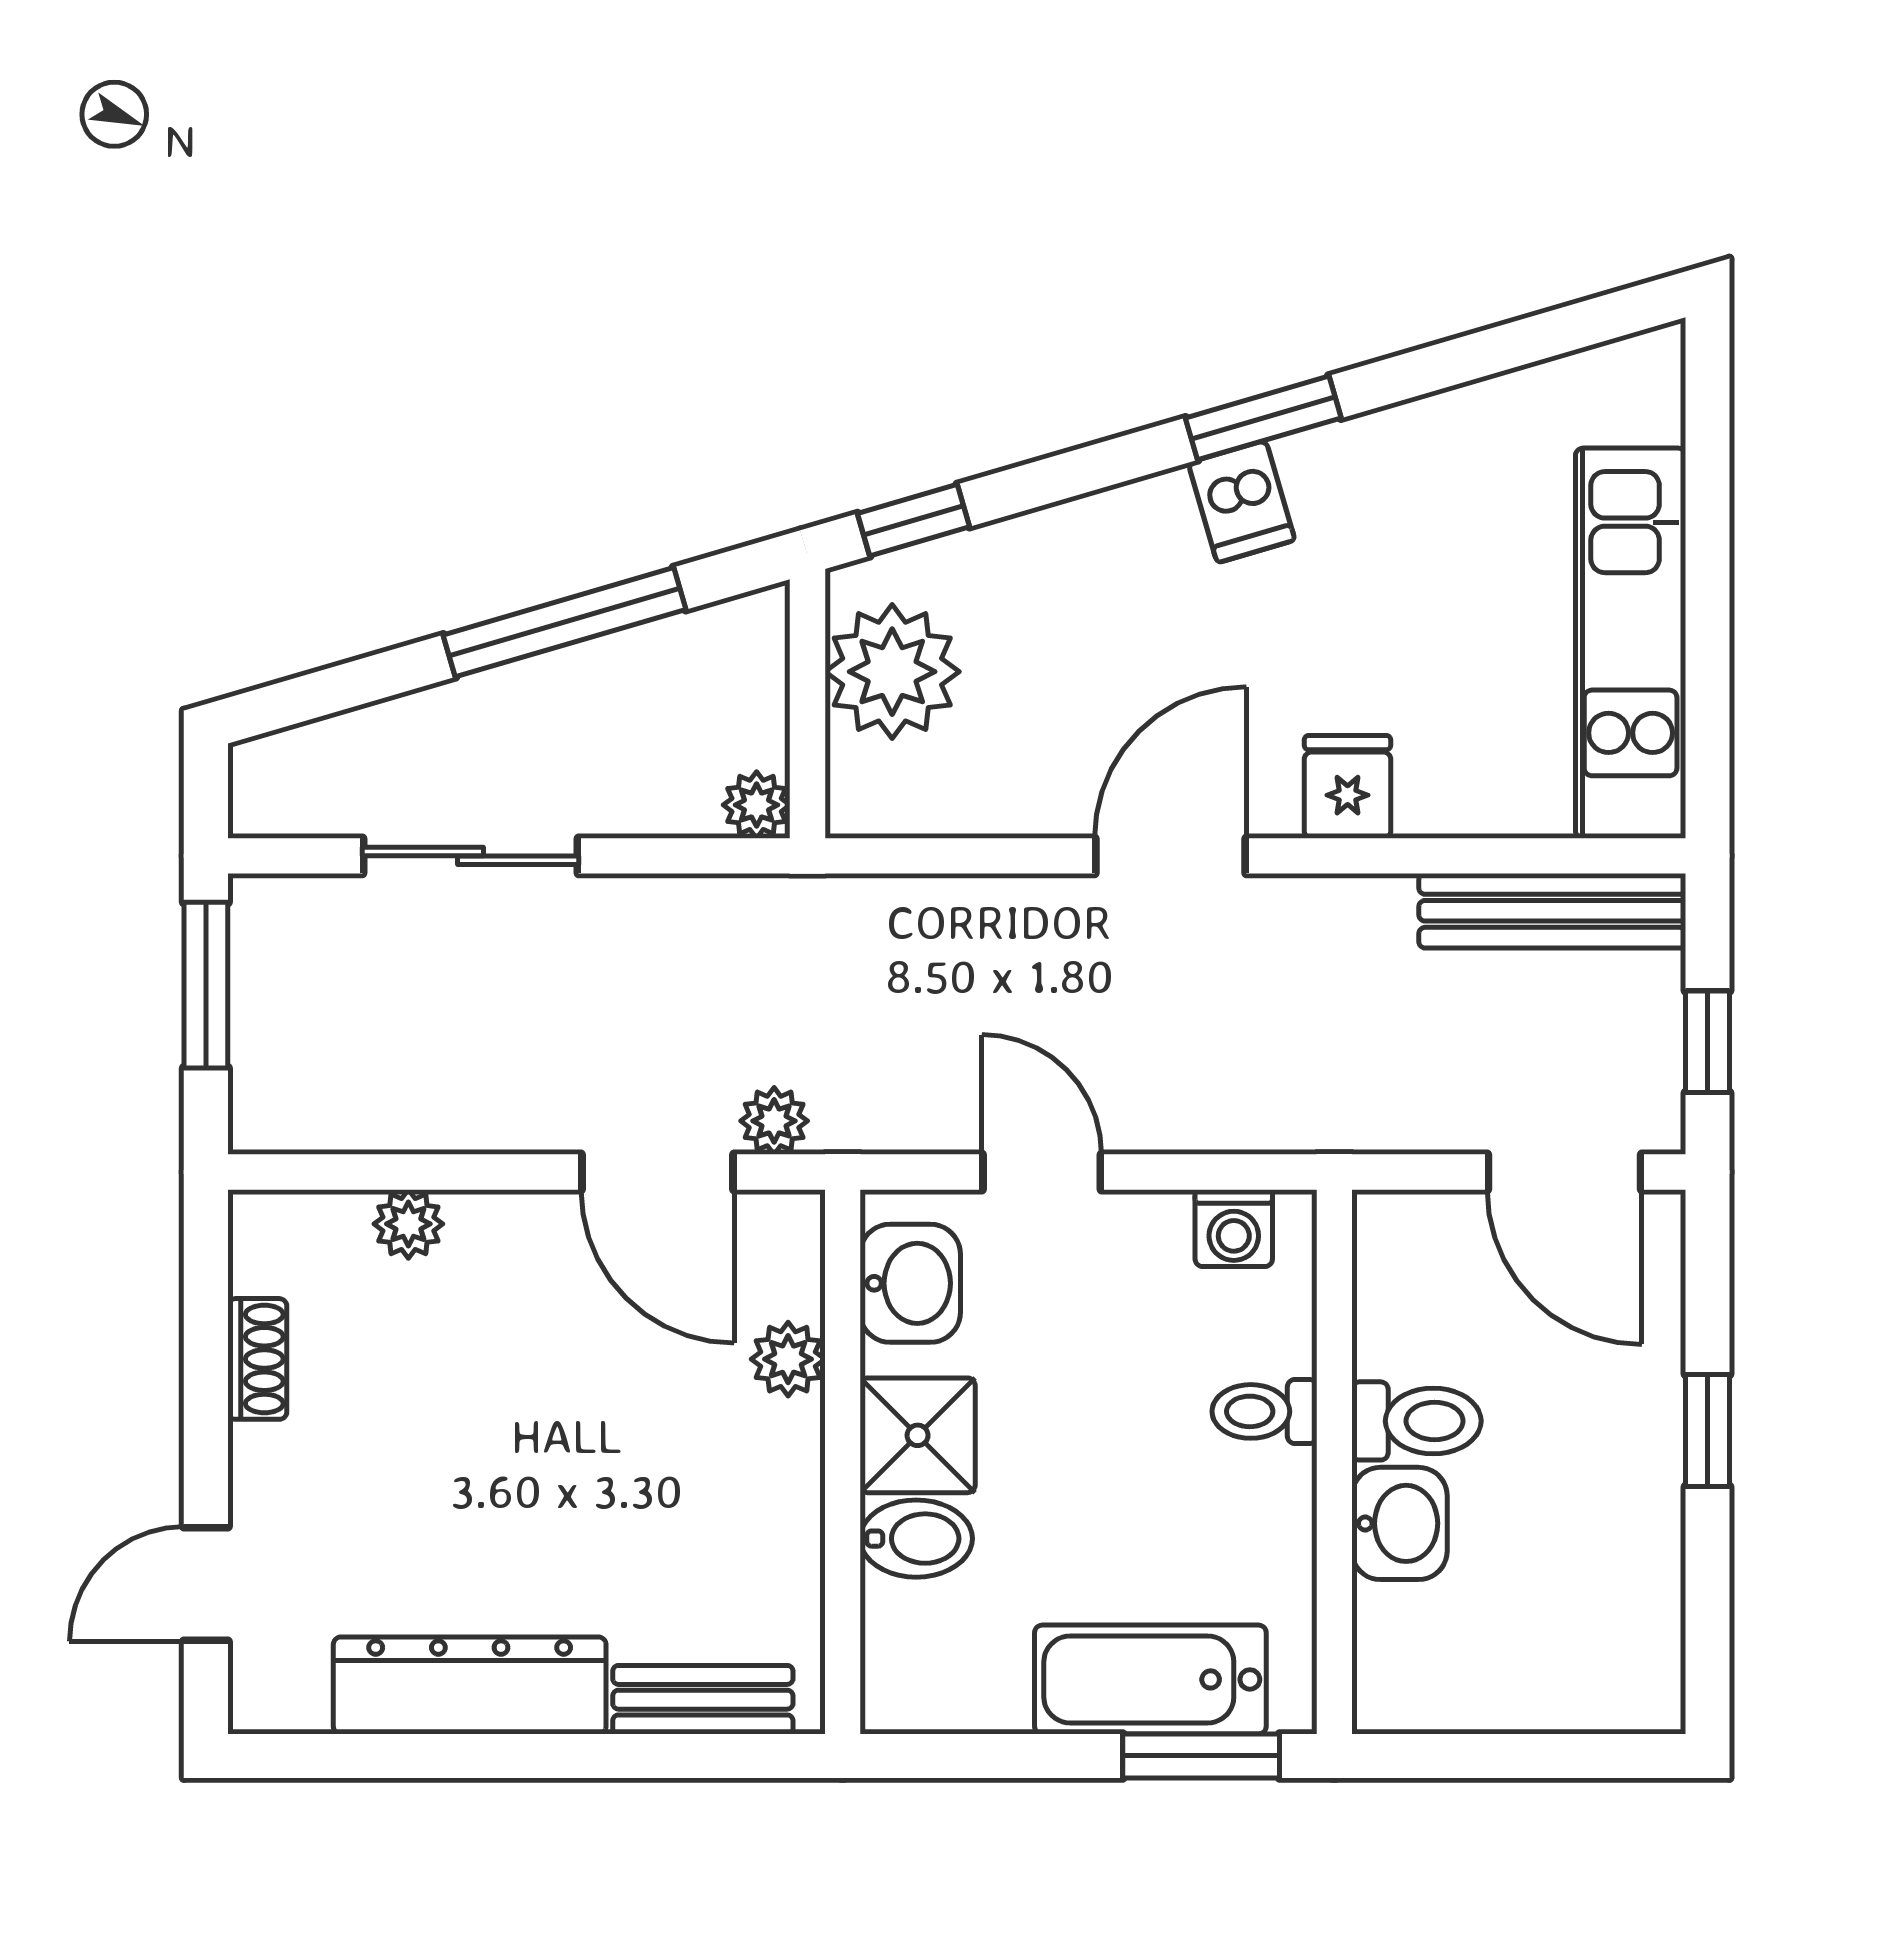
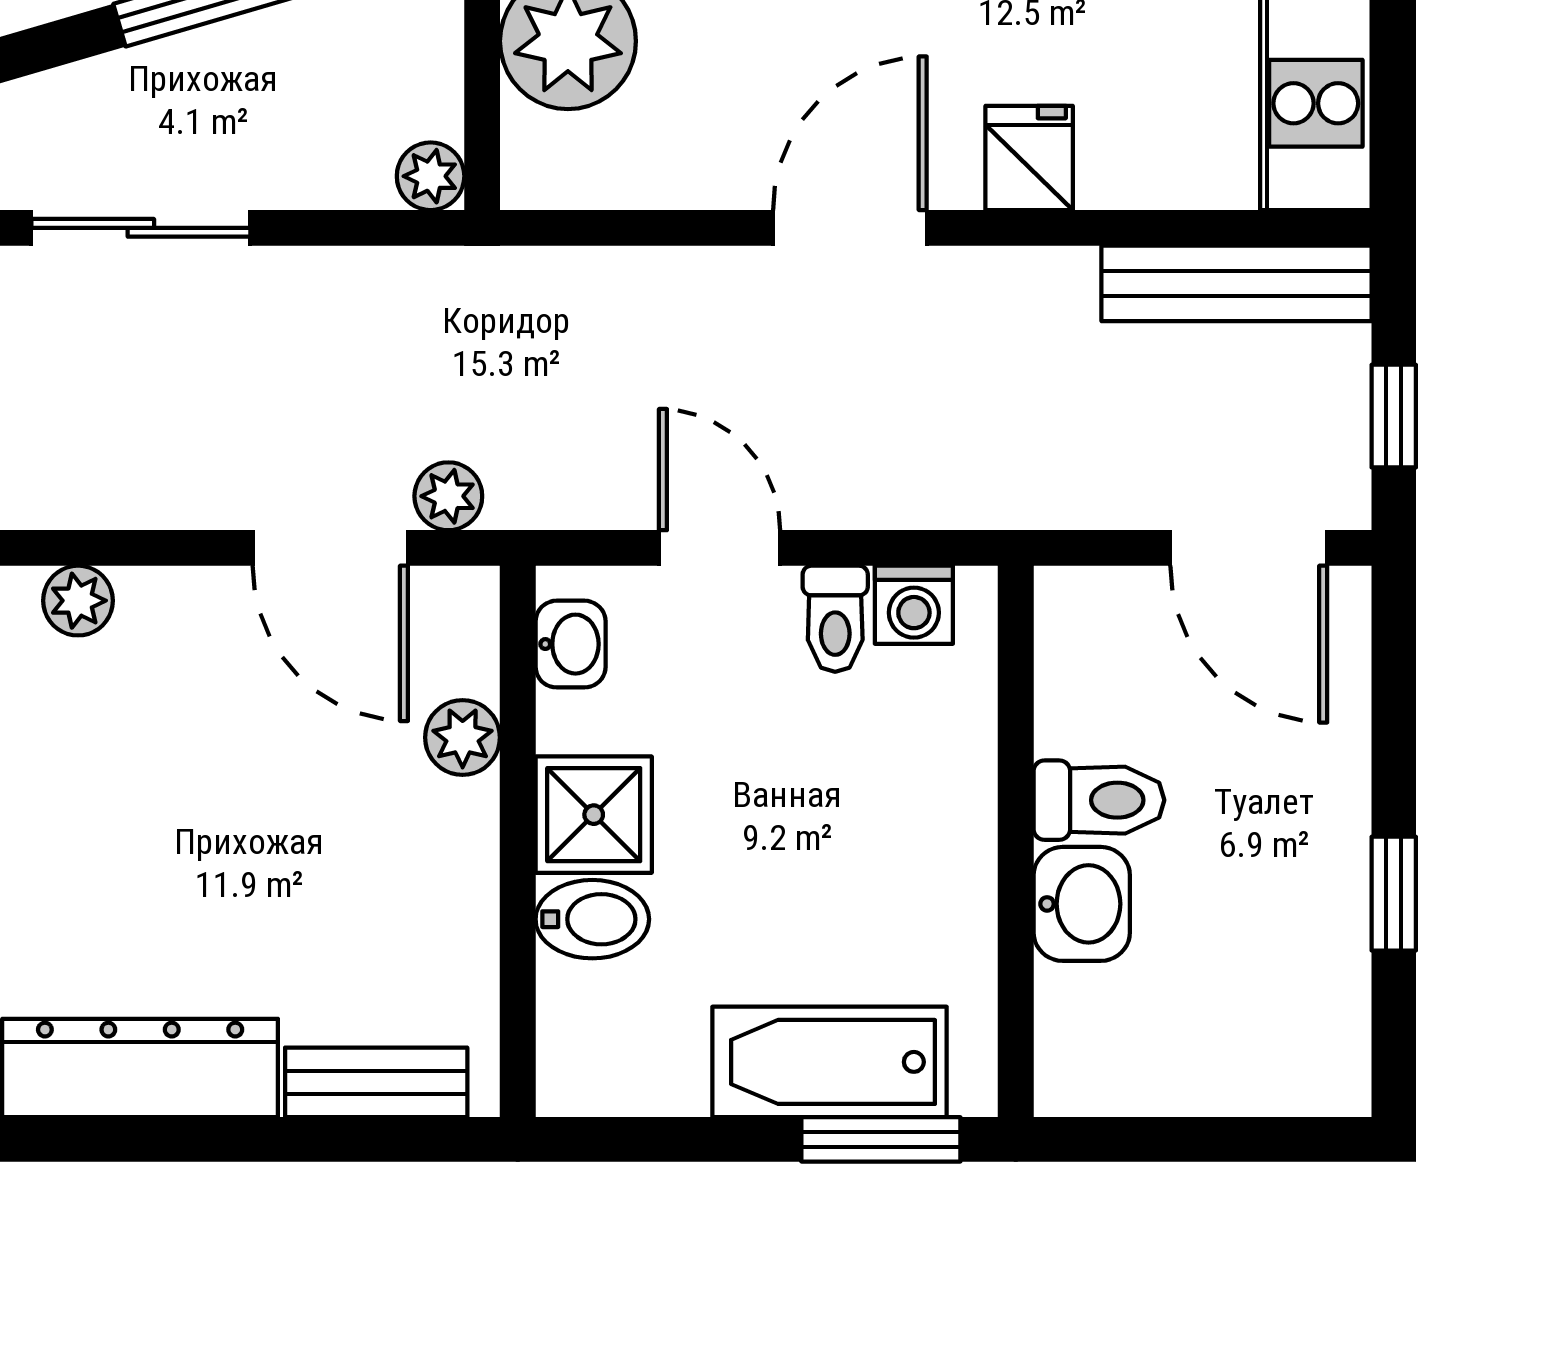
washbasin: (910, 1283) -> (571, 644), width x0.72, depth x0.69
toilet: (1264, 1411) -> (835, 619), moved, turned -90
window: (1708, 1430) -> (1394, 894), moved

